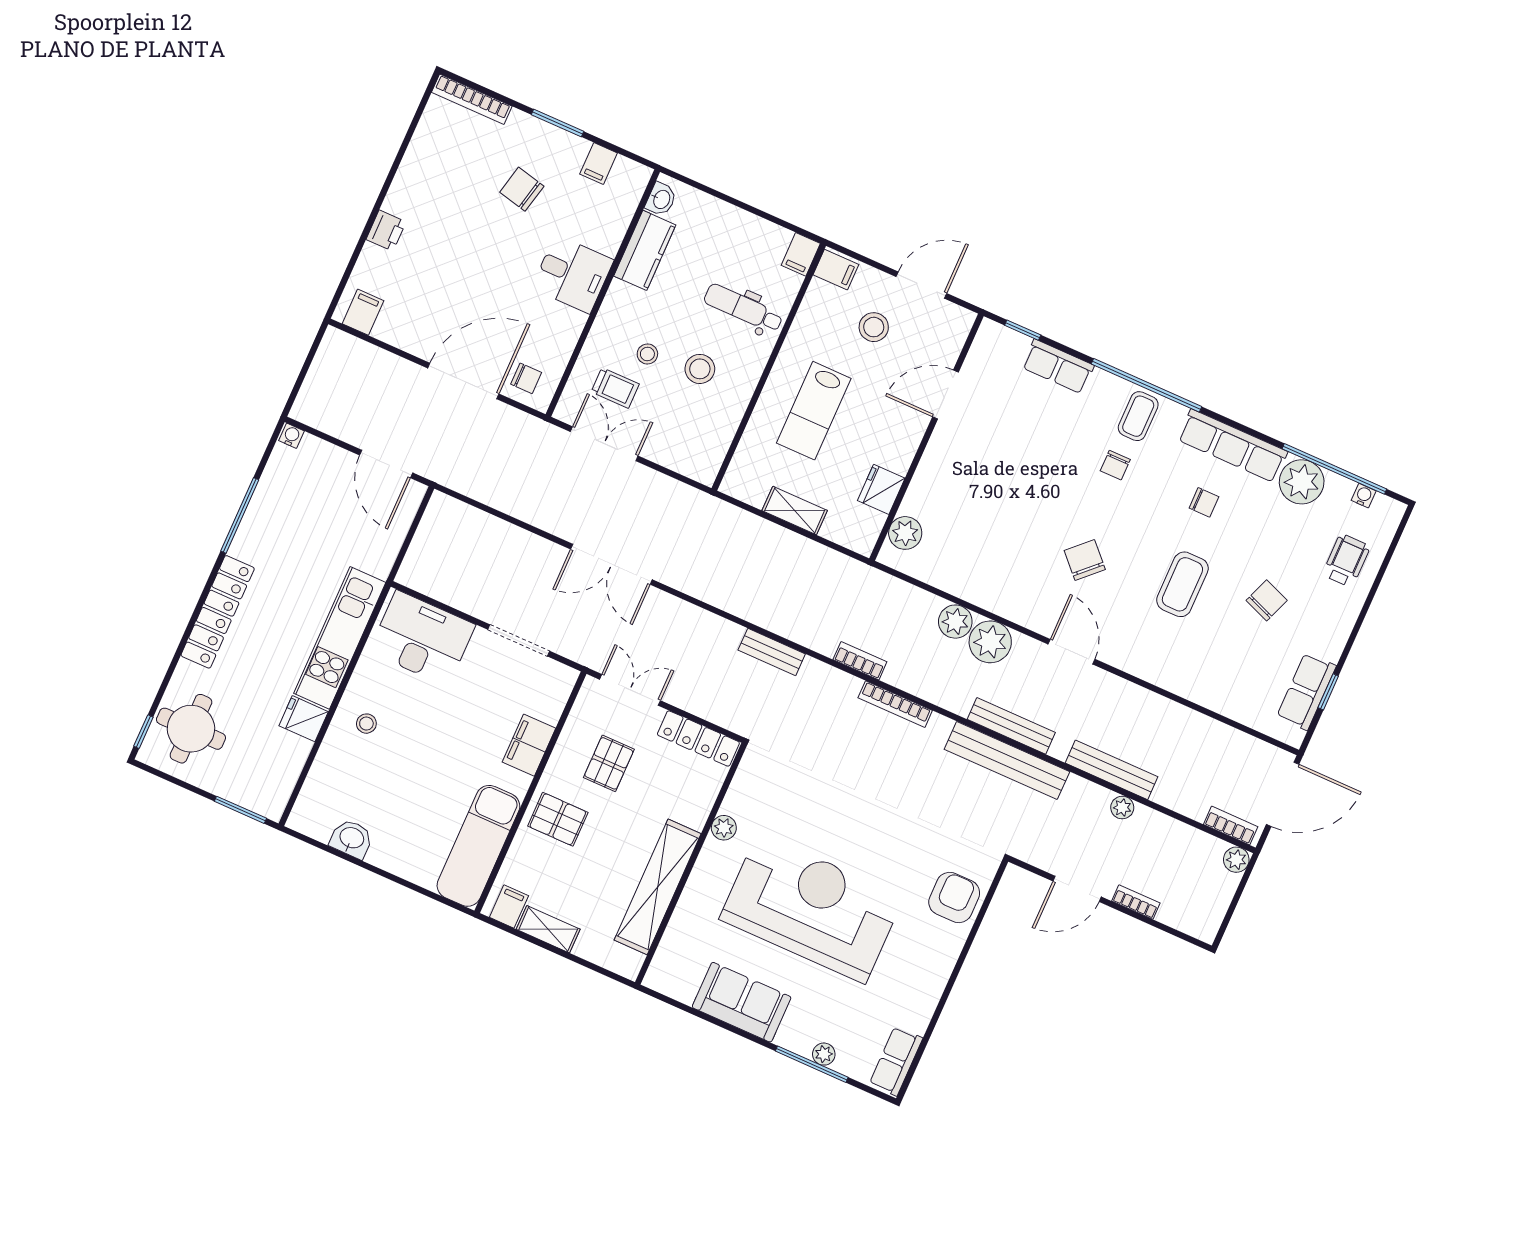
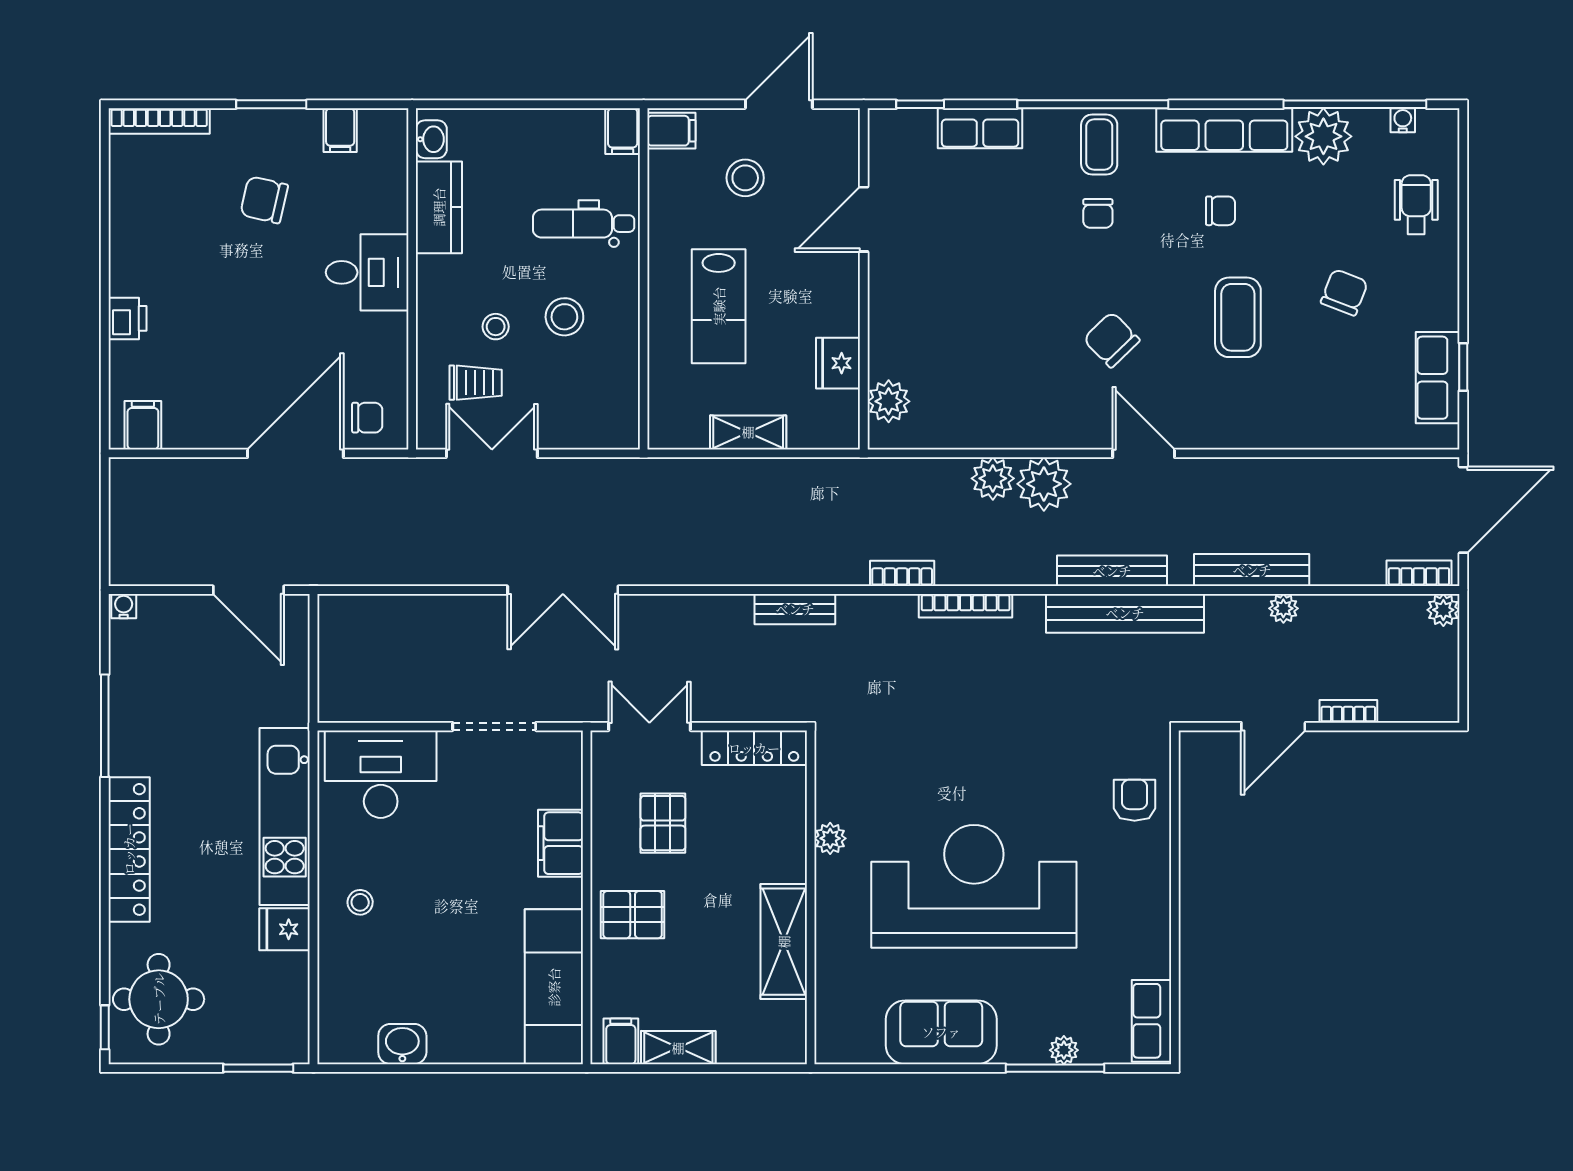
shelving: (658, 887) -> (784, 942), width x0.68
armchair: (954, 898) -> (1135, 800), width x0.72, depth x0.72

